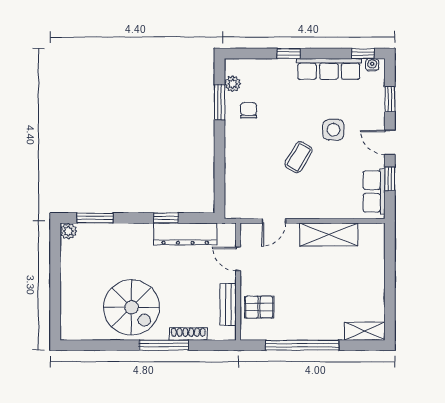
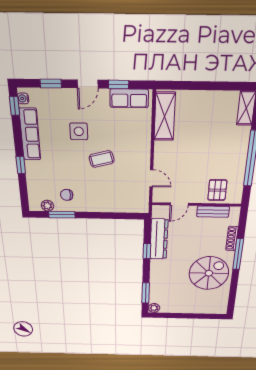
coffee table: (298, 157) -> (102, 159), turned -45
shelving: (329, 234) -> (165, 116), moved

